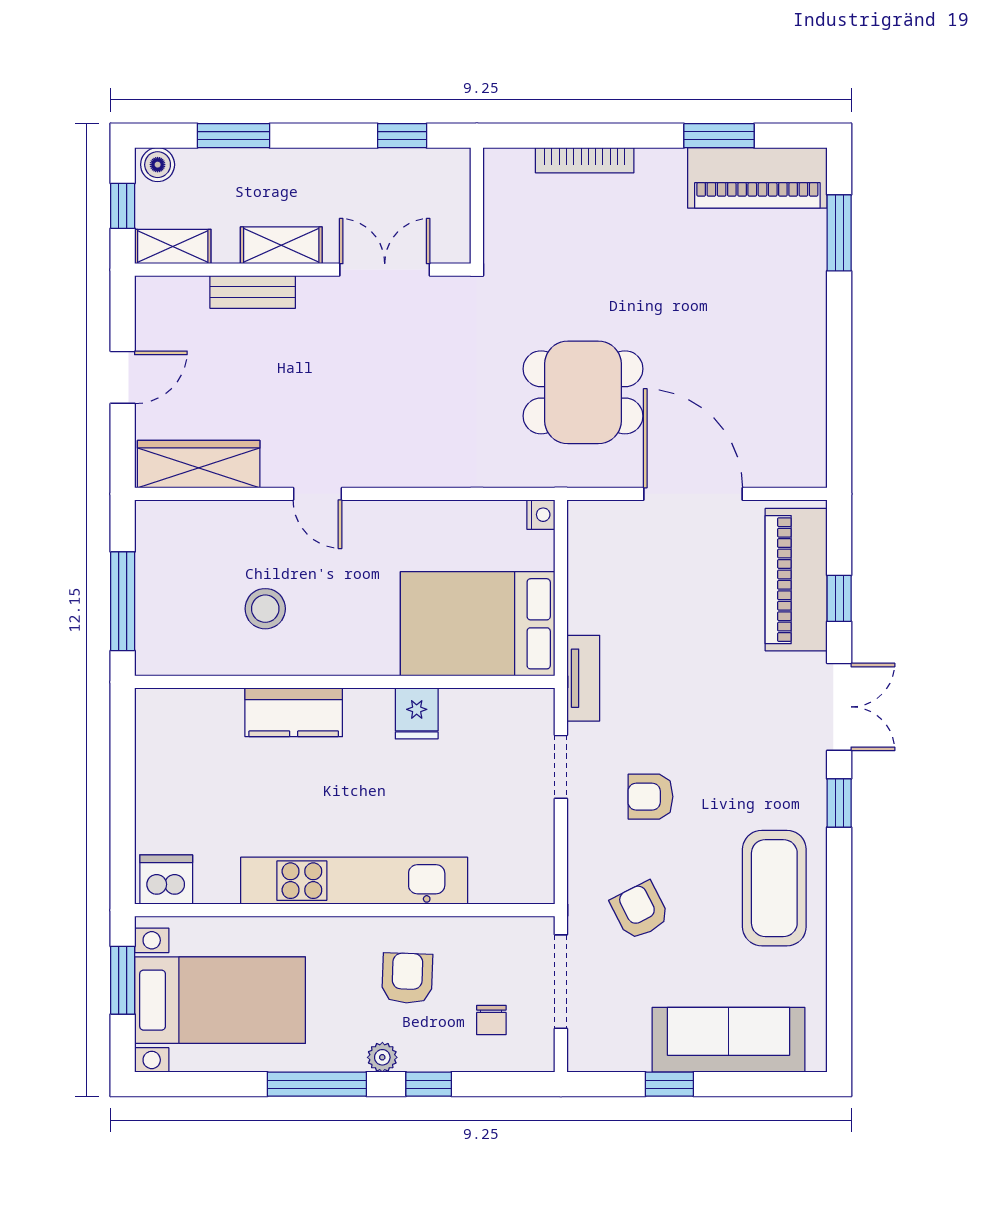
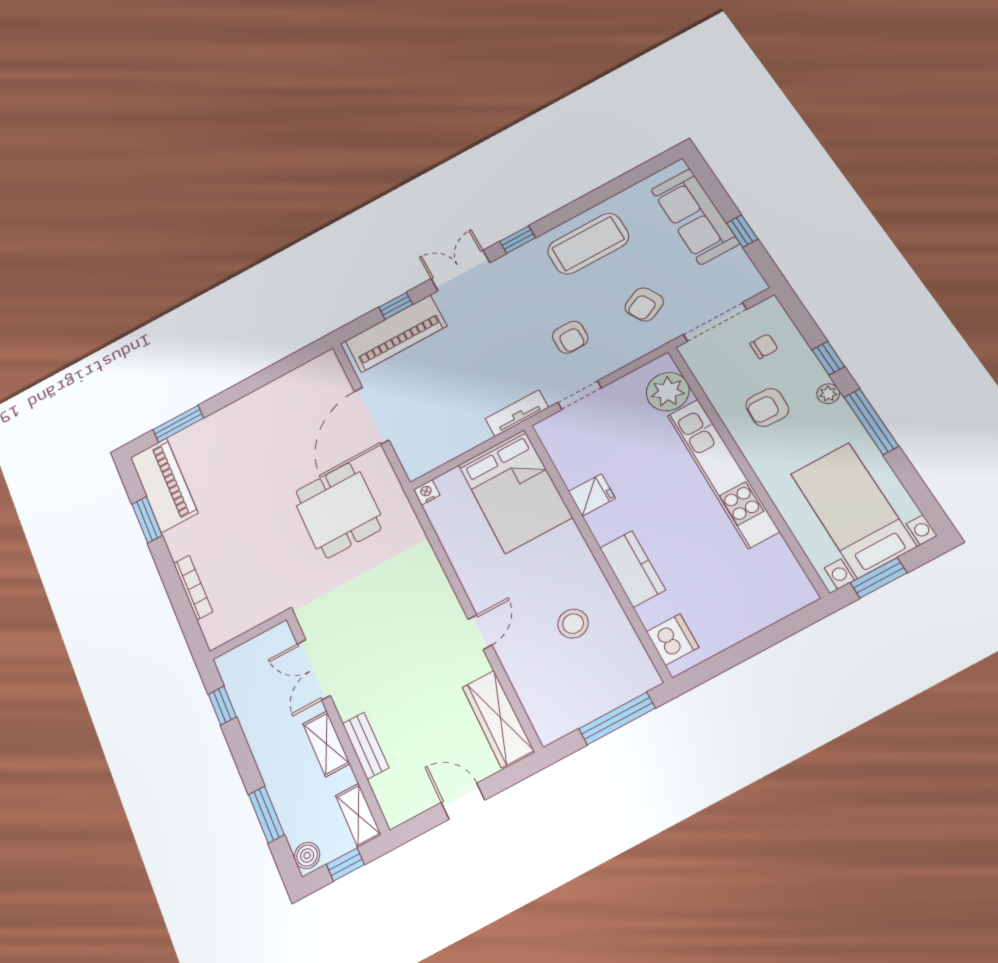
plant: (500, 875) -> (668, 392), added
dishwasher: (166, 879) -> (673, 639), moved, turned 180

